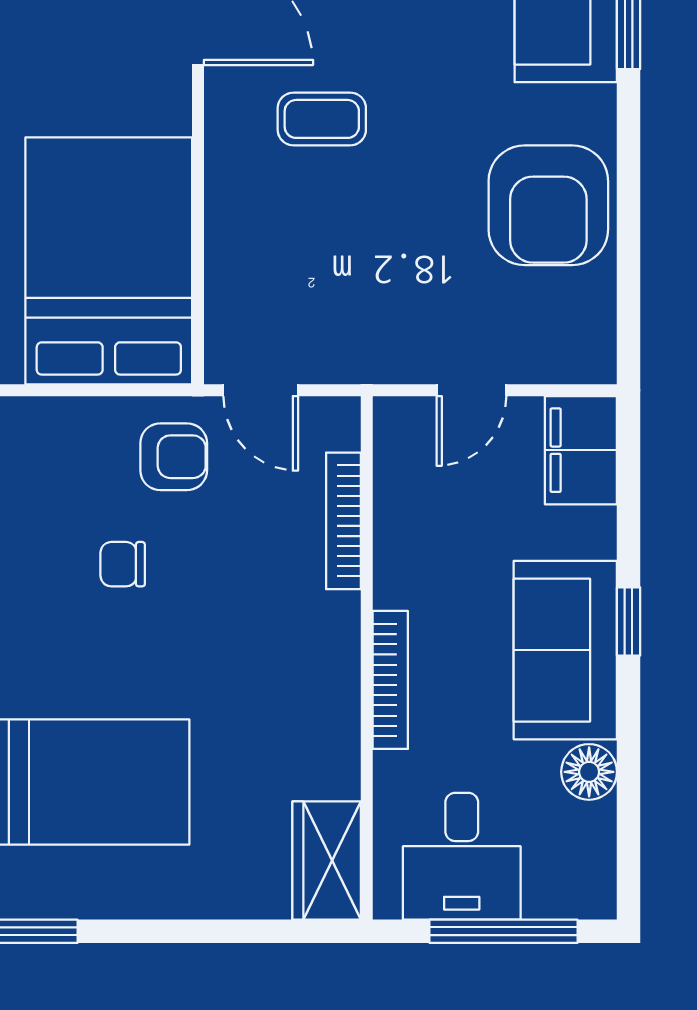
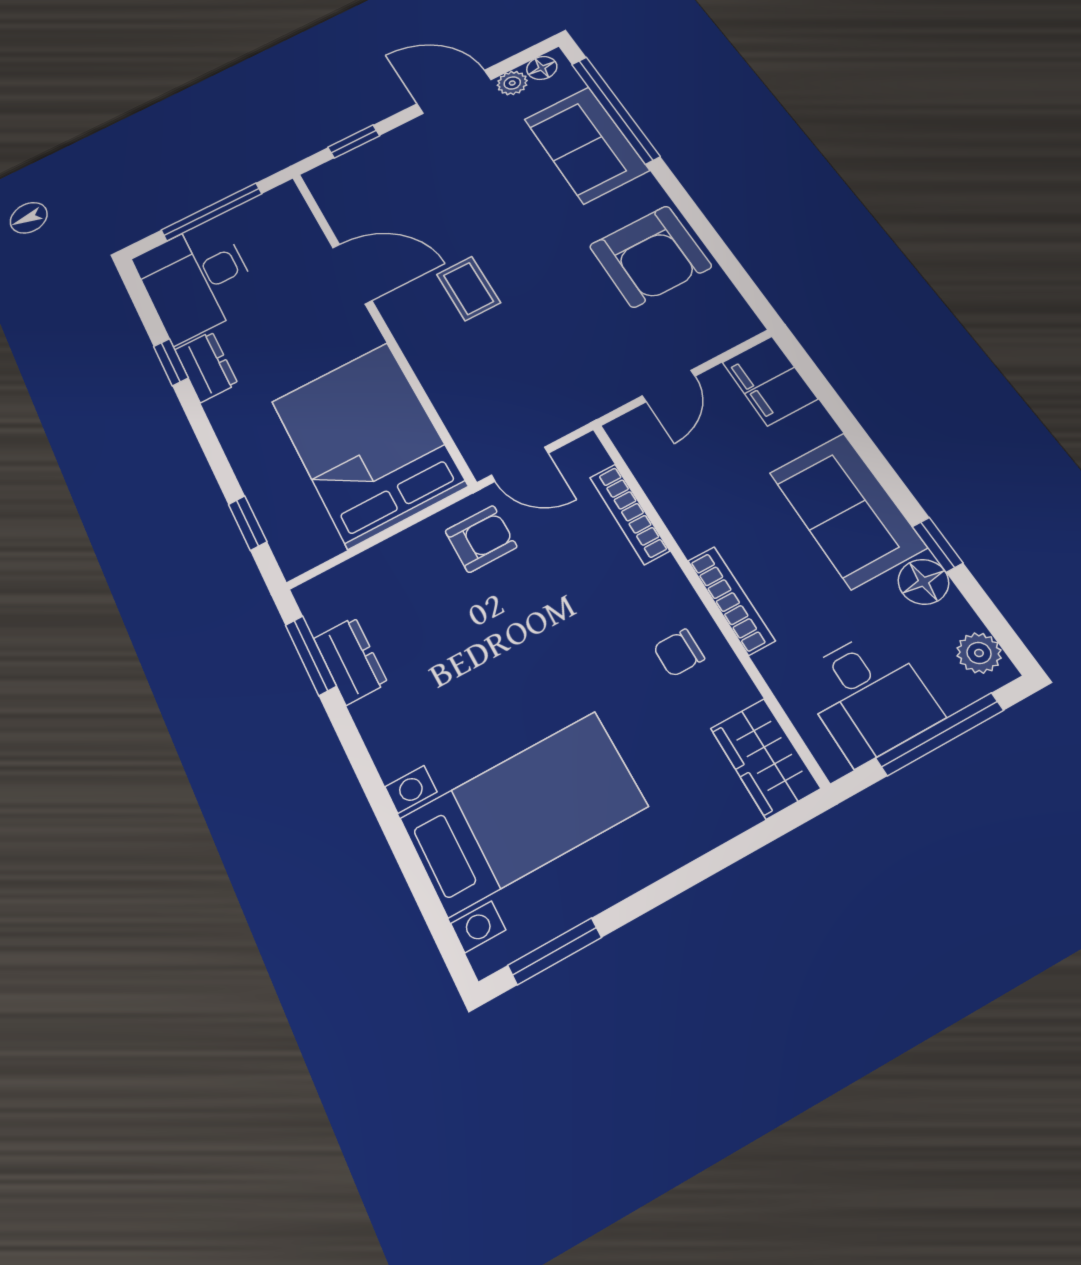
coffee table: (322, 119) -> (468, 288), turned 90
chair: (123, 564) -> (679, 653), moved
window: (629, 621) -> (938, 545), moved
plant: (593, 875) -> (979, 653), added

